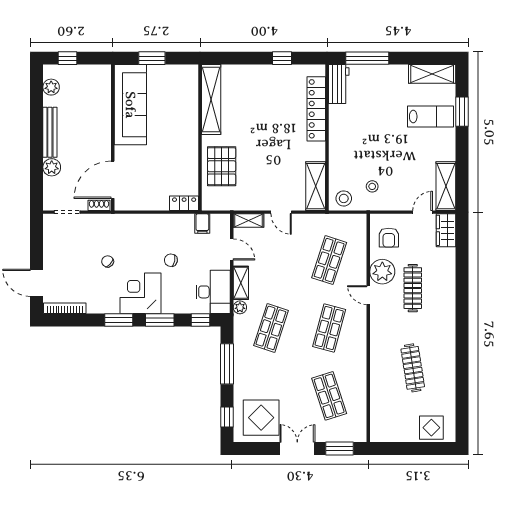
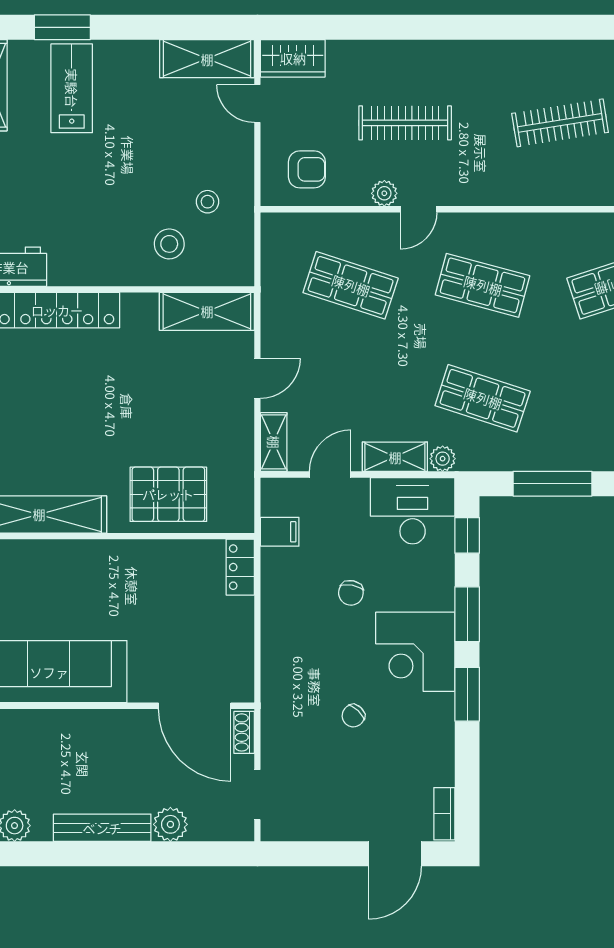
stool: (344, 198) -> (169, 244), moved
plant: (382, 272) -> (384, 193), width x0.53, depth x0.53
bookcase: (65, 308) -> (444, 814), width x0.64

